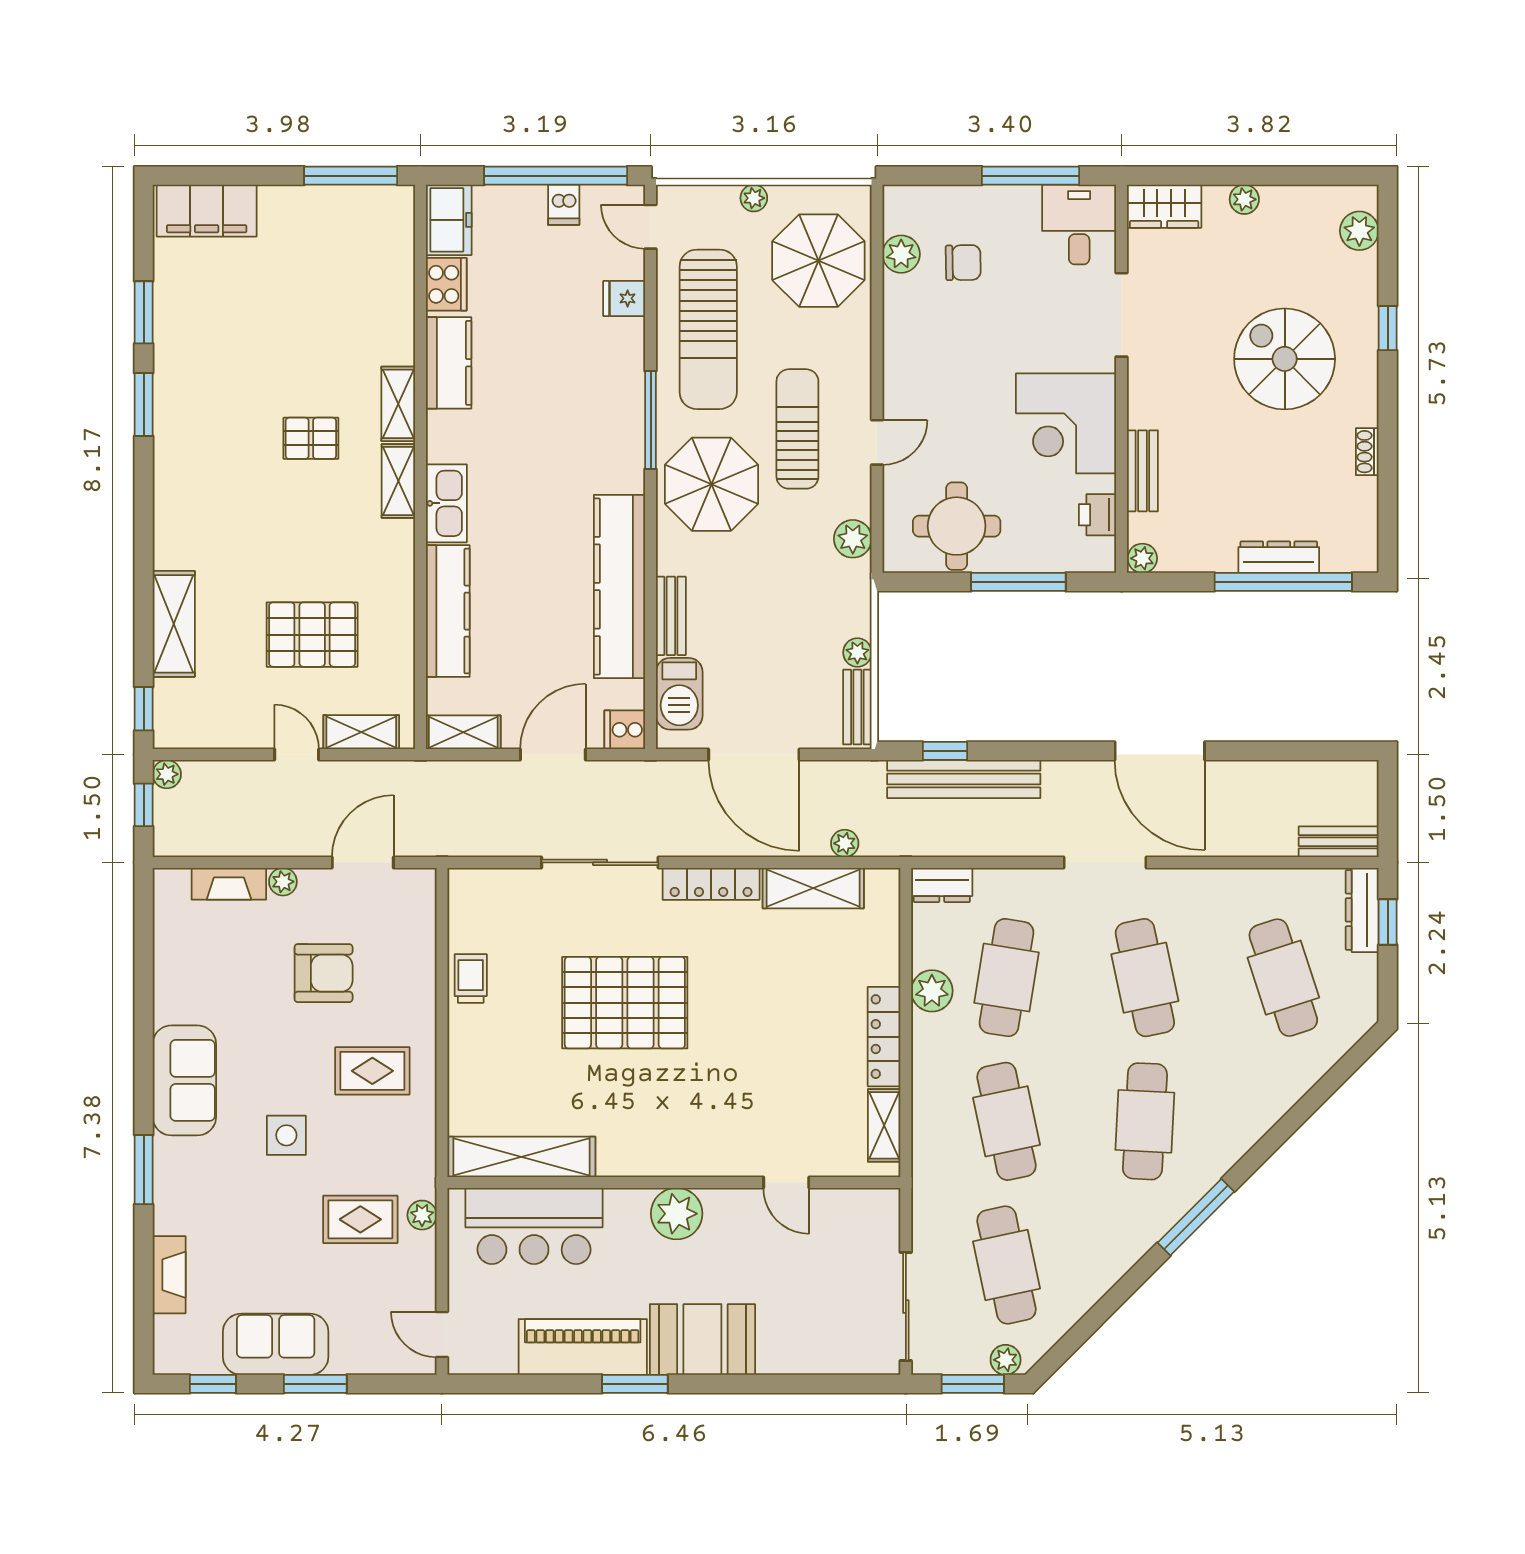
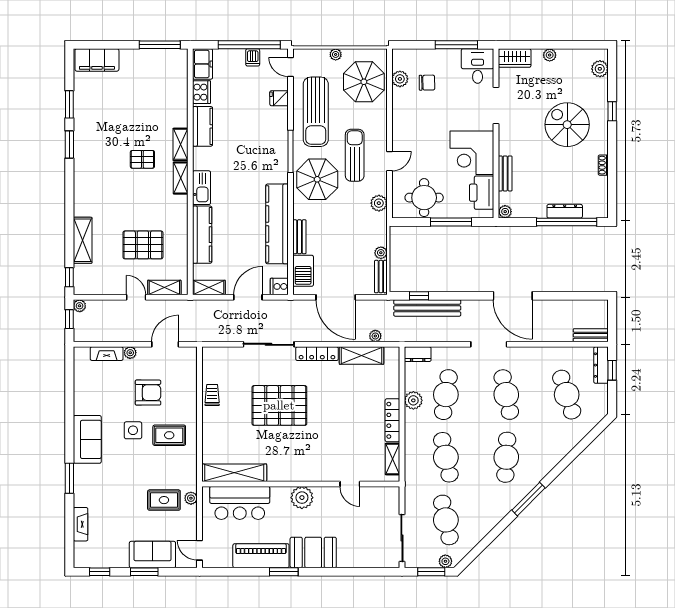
printer: (1097, 515) -> (482, 193), width x1.87, depth x1.48
side table: (286, 1135) -> (133, 430), moved
sofa: (276, 1344) -> (152, 555), moved

